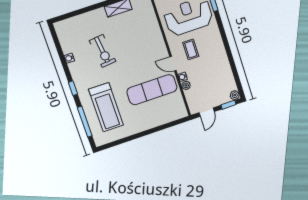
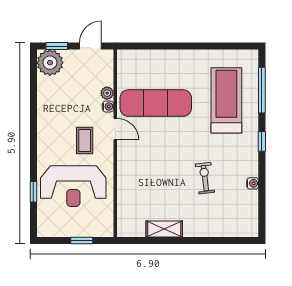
exercise bike: (103, 51) -> (205, 178), width x0.73, depth x0.72
plant: (235, 95) -> (50, 63), width x1.87, depth x1.87

